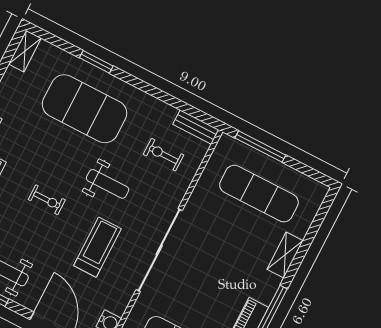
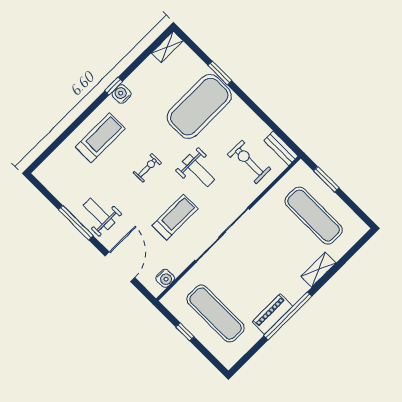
exercise mat: (85, 109) -> (199, 106), turned 90
window: (260, 146) -> (326, 179), width x0.69
exercise bike: (164, 155) -> (249, 162), width x1.38, depth x1.39
exercise bike: (47, 200) -> (147, 168), turned -91

